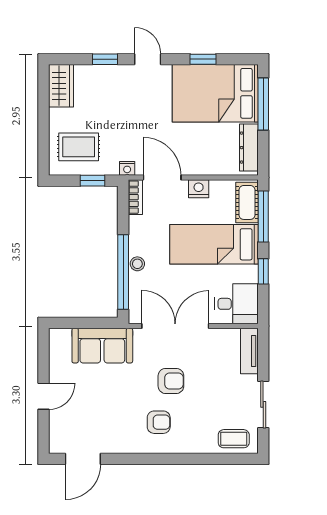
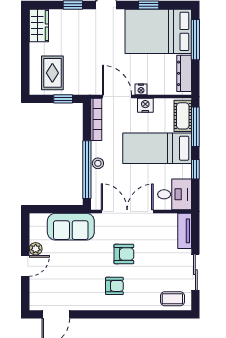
rug: (79, 147) -> (52, 73), turned 90
nightstand: (127, 168) -> (141, 89), moved
bookcase: (135, 197) -> (96, 119), width x1.56
plant: (57, 374) -> (36, 249), added

